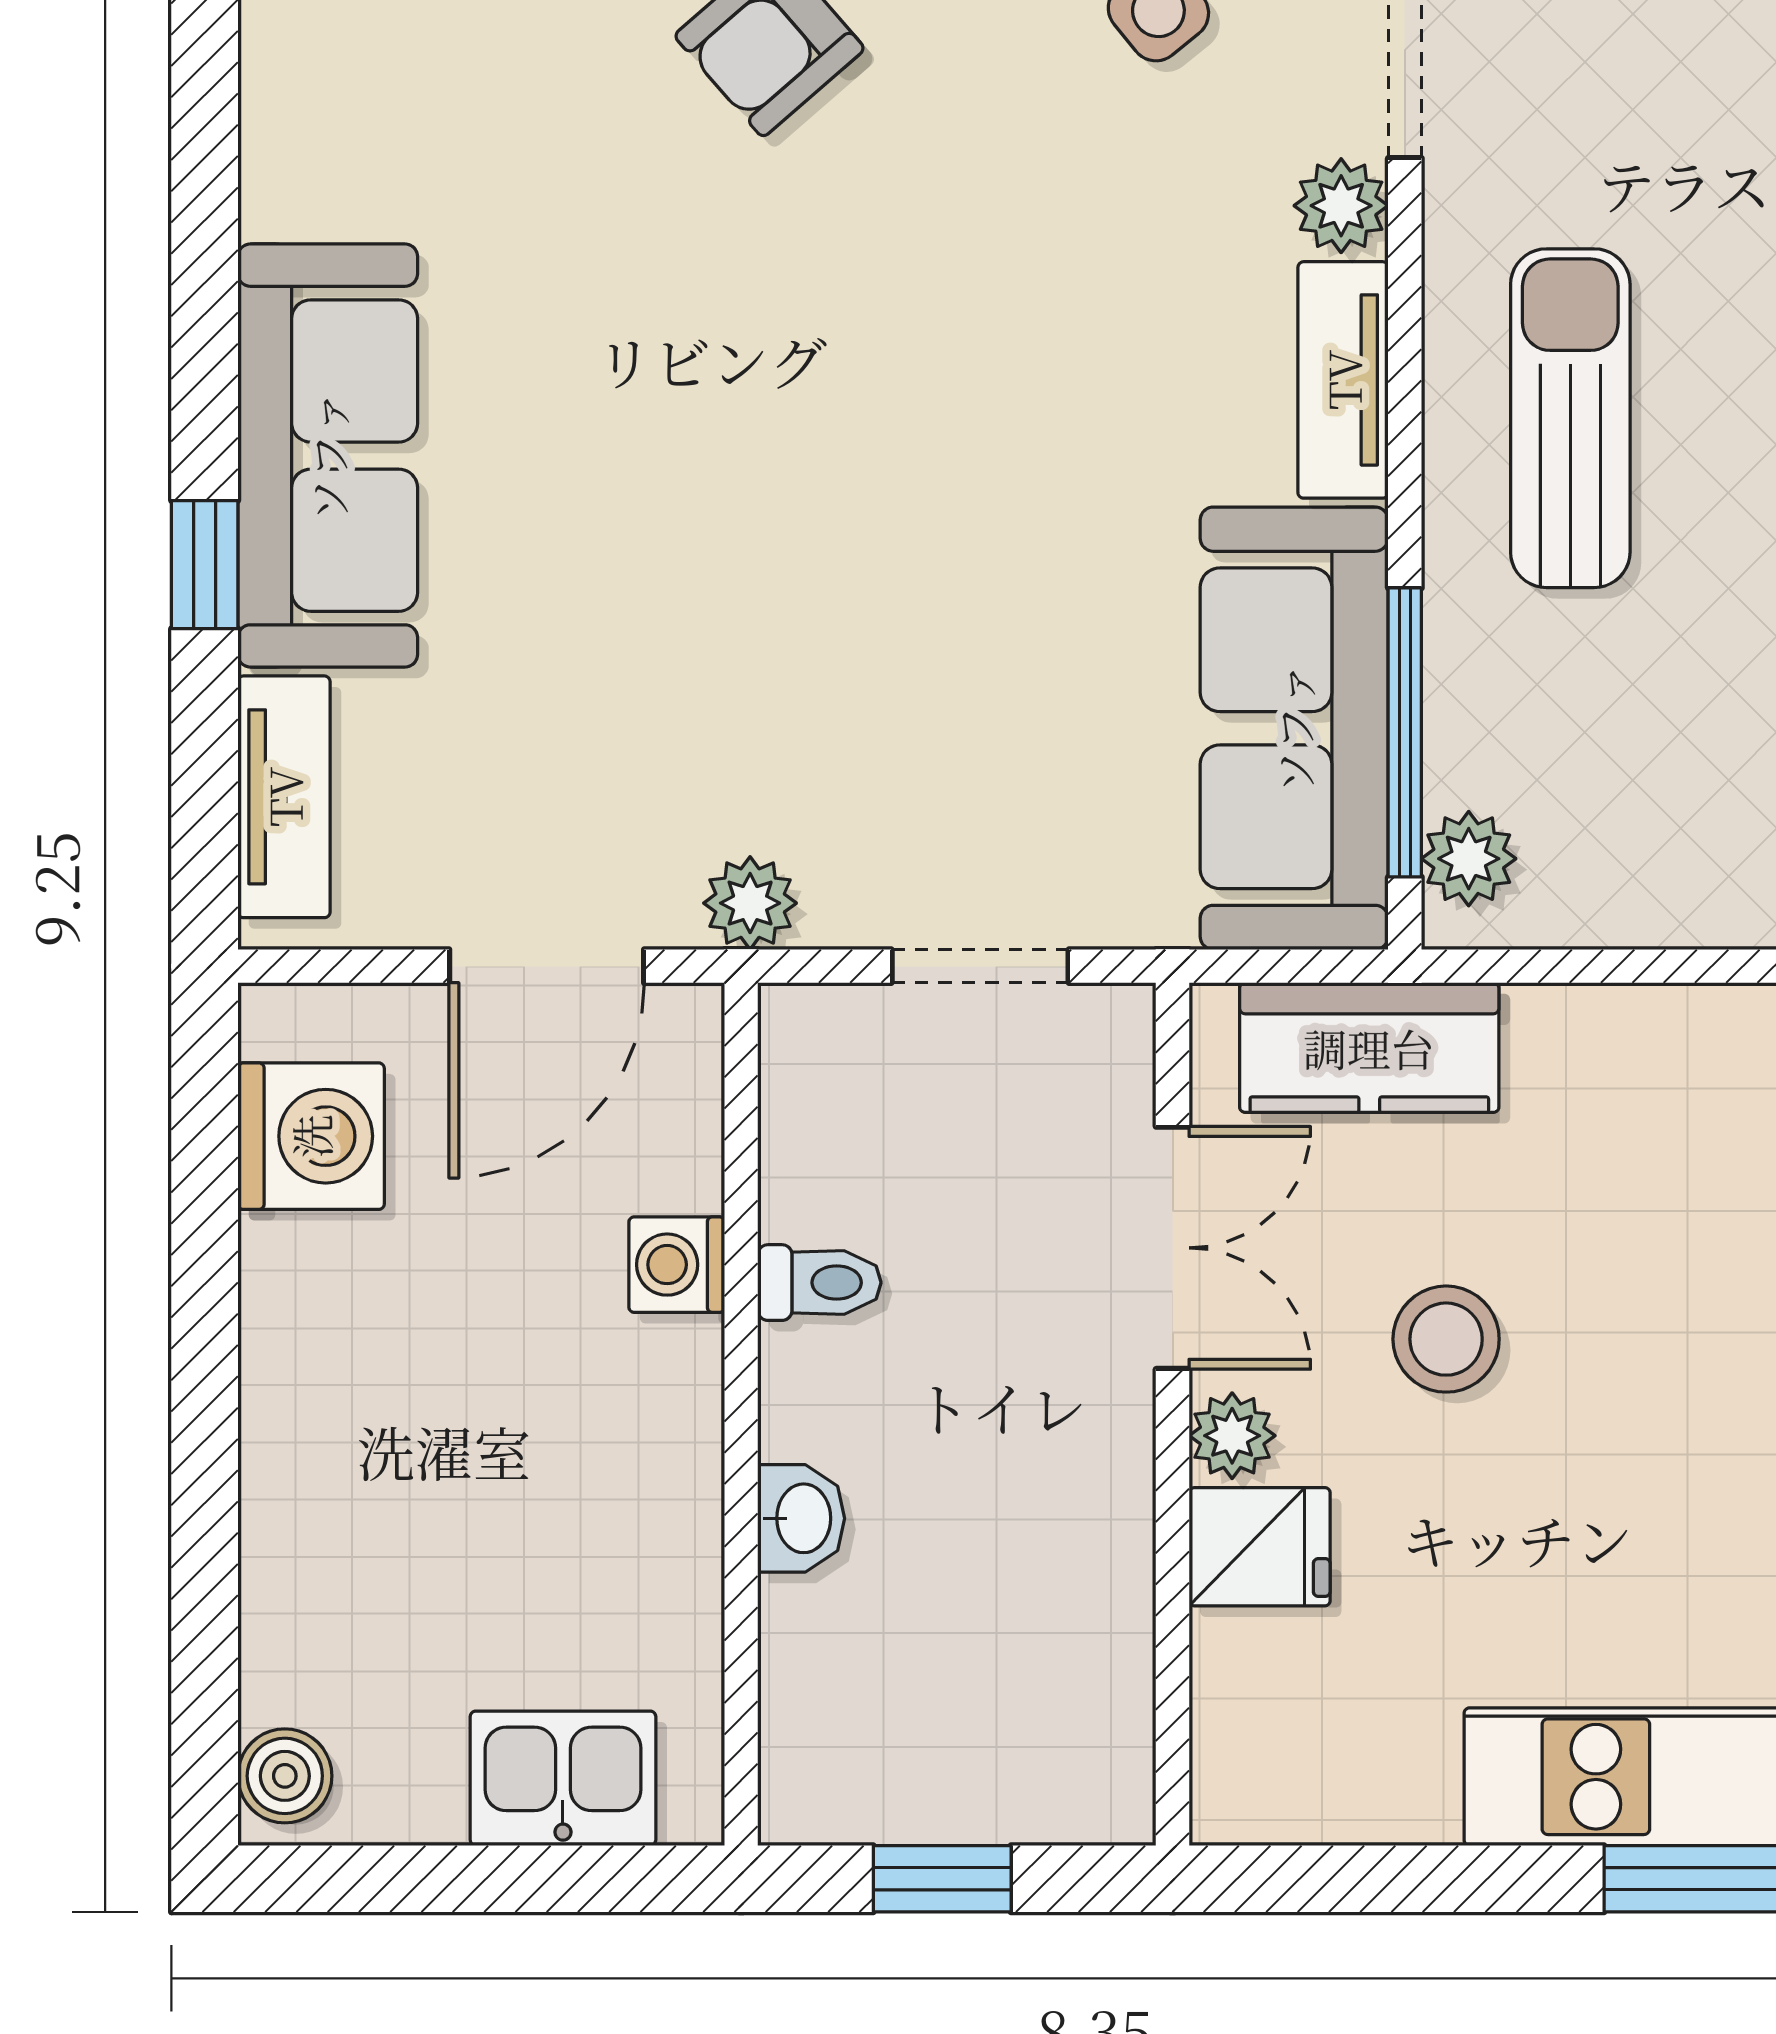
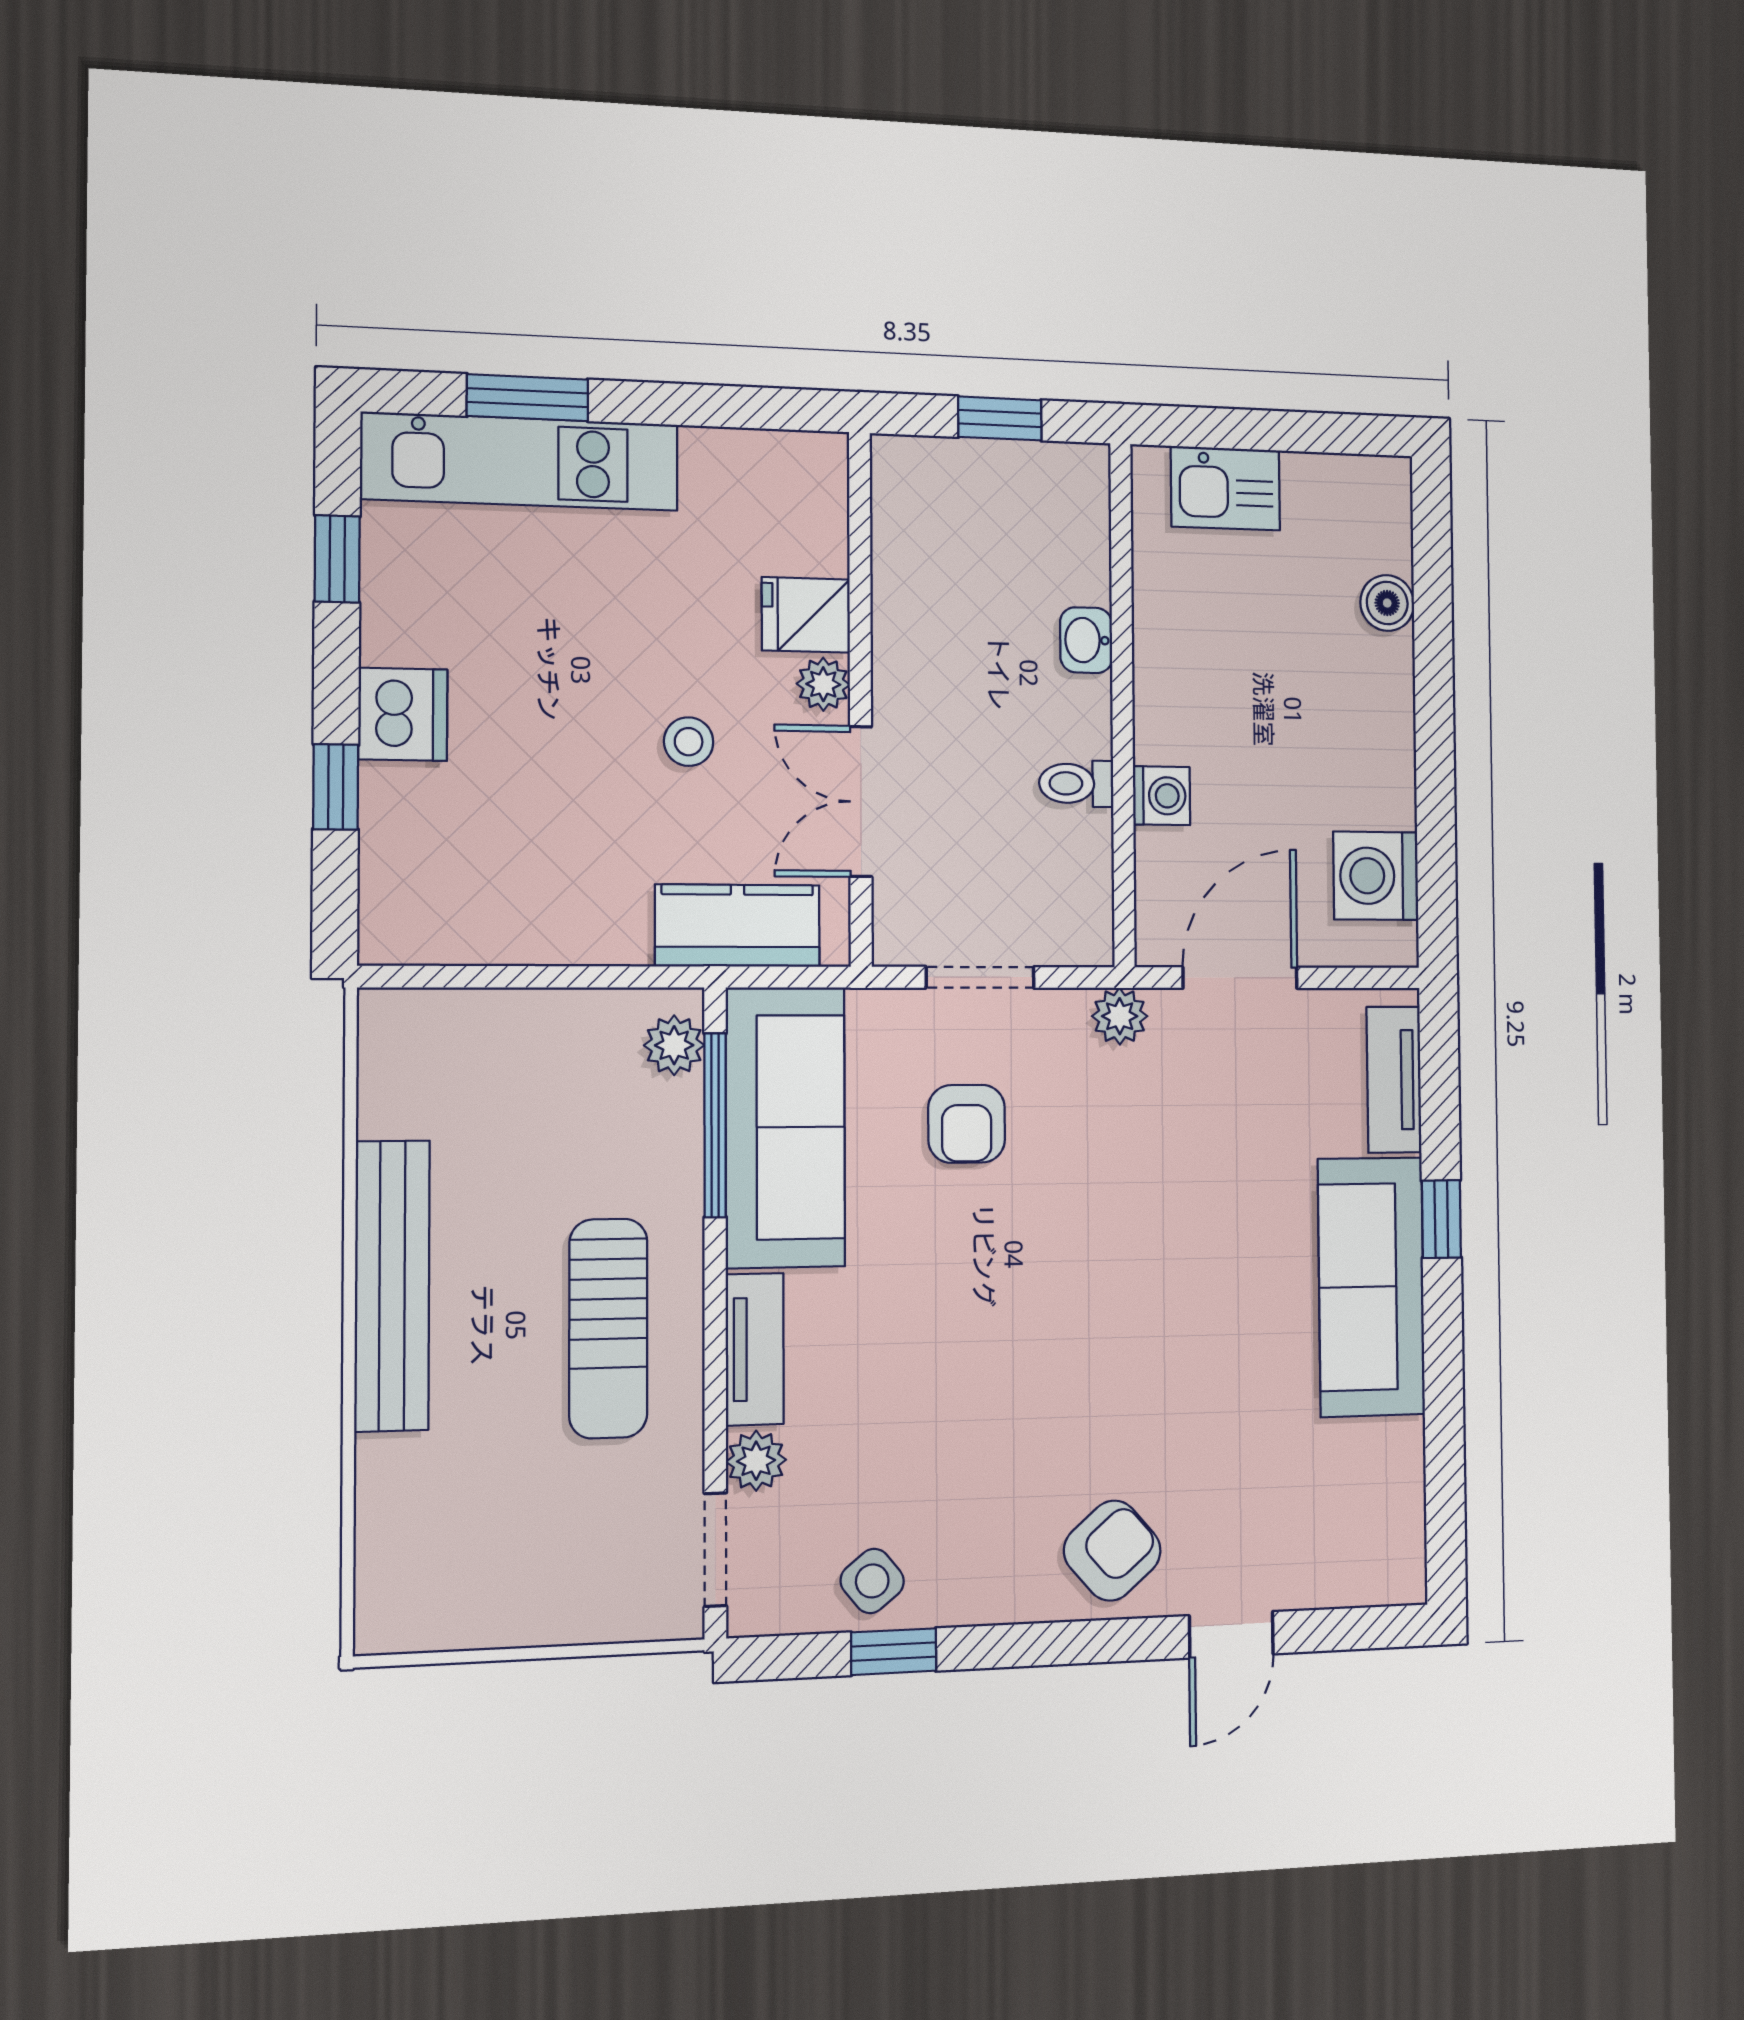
armchair: (1003, 731) -> (967, 1124), added
stool: (1446, 1339) -> (689, 742), width x0.73, depth x0.73
boiler: (285, 1776) -> (1387, 603), moved

